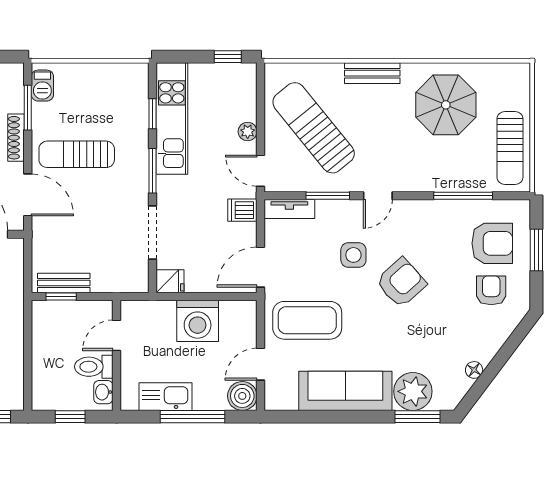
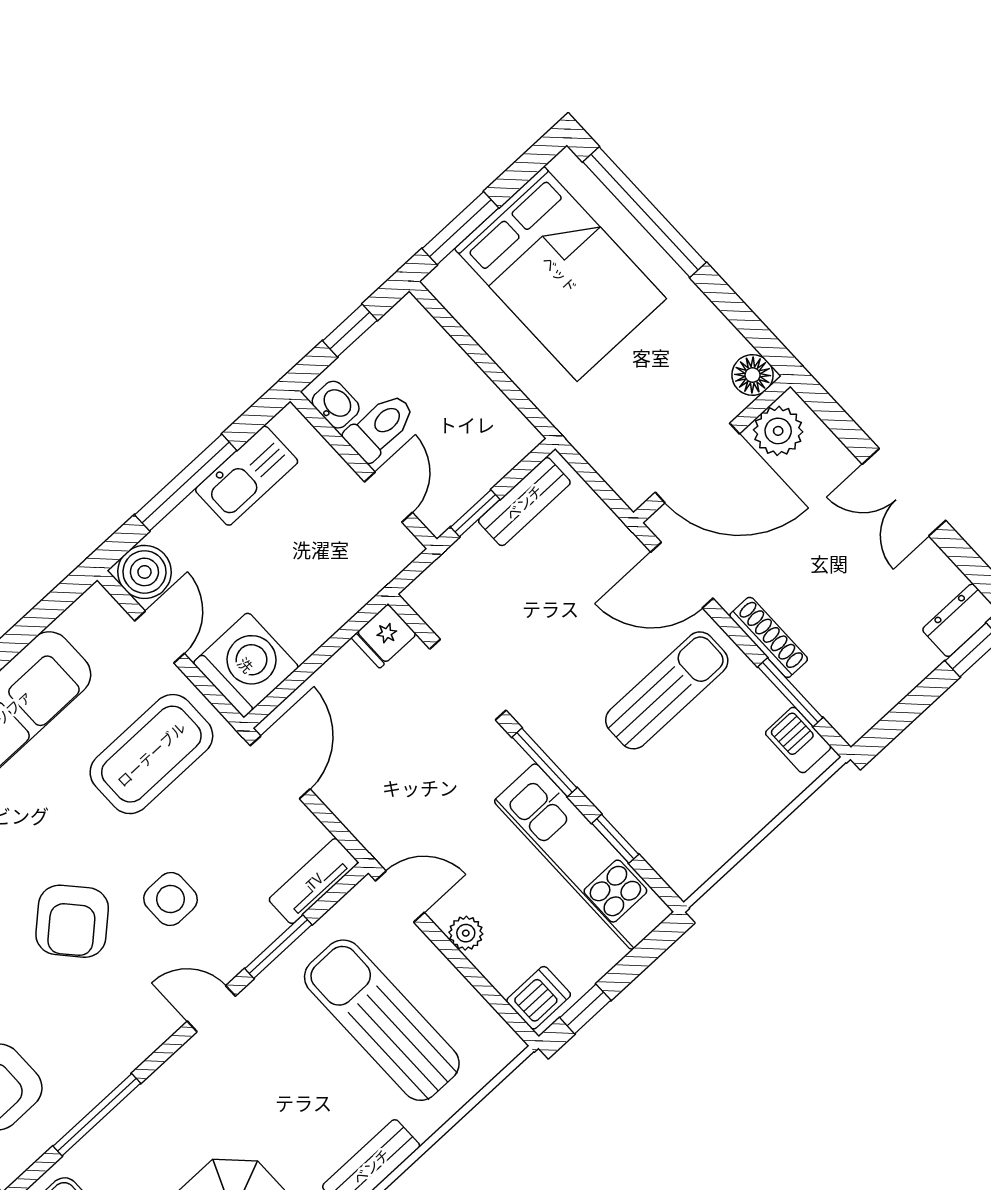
sun lounger: (314, 128) -> (382, 1020), turned -141
door: (378, 196) -> (211, 1009), hinge flipped
dishwasher: (242, 210) -> (539, 998), moved
window: (61, 297) -> (475, 513), moved
washing machine: (198, 321) -> (246, 665), moved, turned 90

